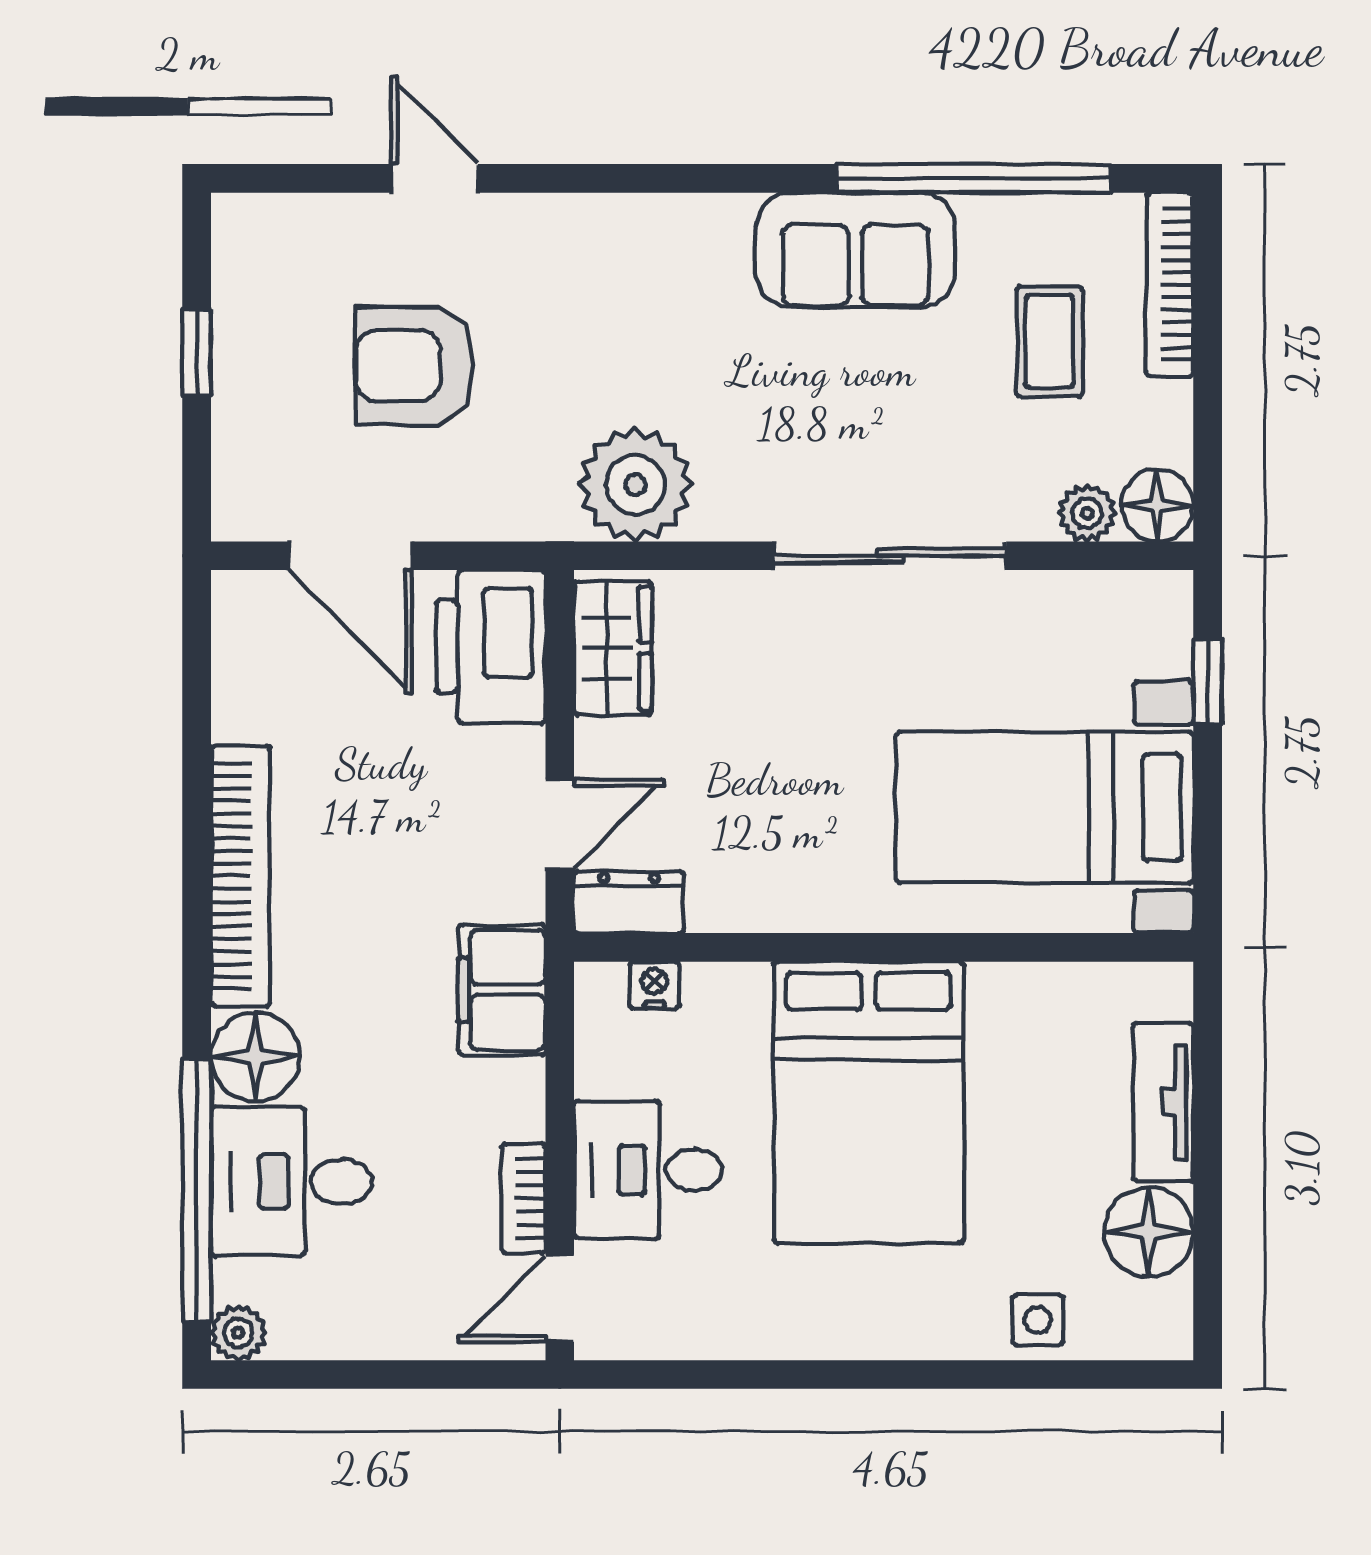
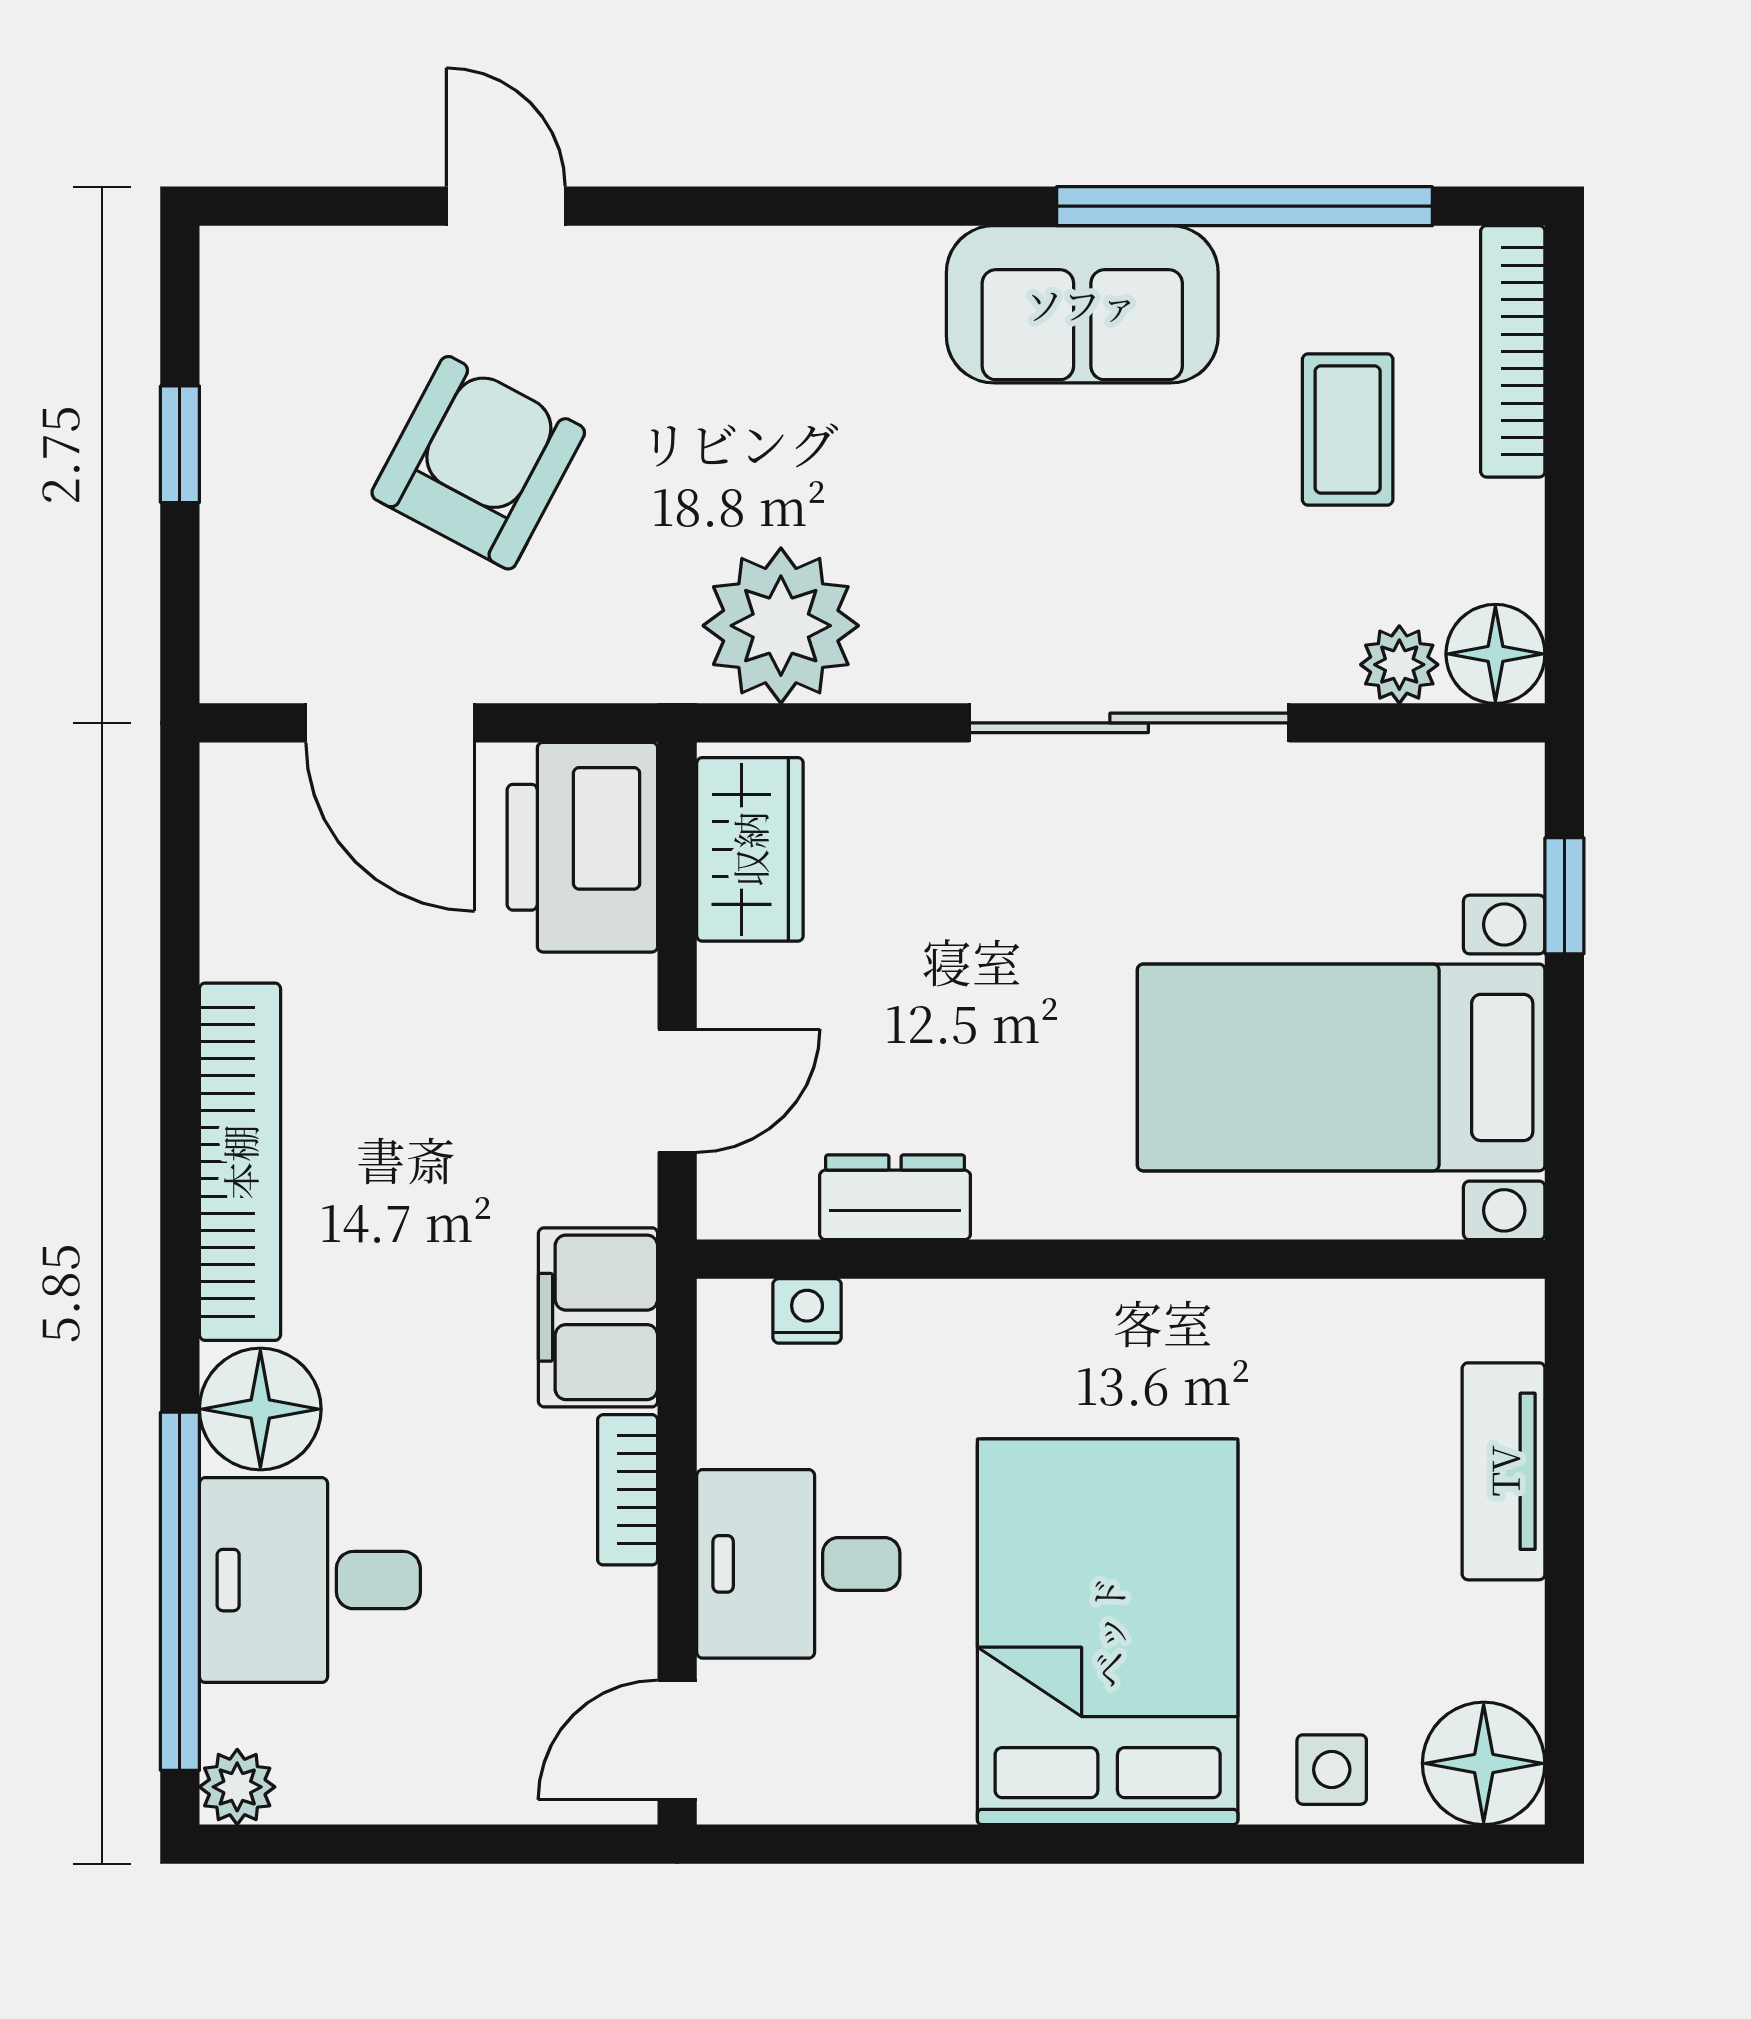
armchair: (414, 366) -> (478, 463), turned 118
dresser: (629, 902) -> (895, 1197), moved
bed: (869, 1102) -> (1108, 1632), moved, turned 180
bookcase: (524, 1198) -> (628, 1490), moved
floor lamp: (1149, 1232) -> (1484, 1763), moved

